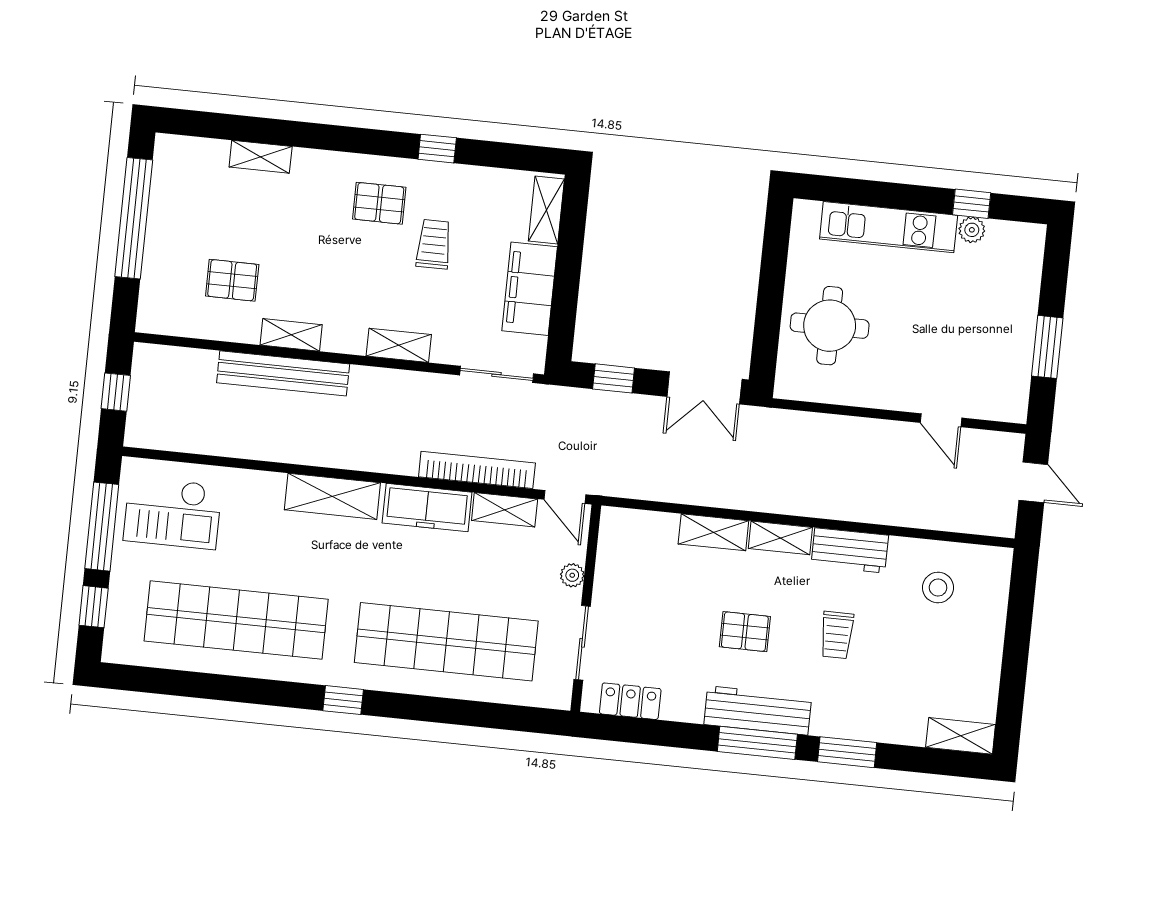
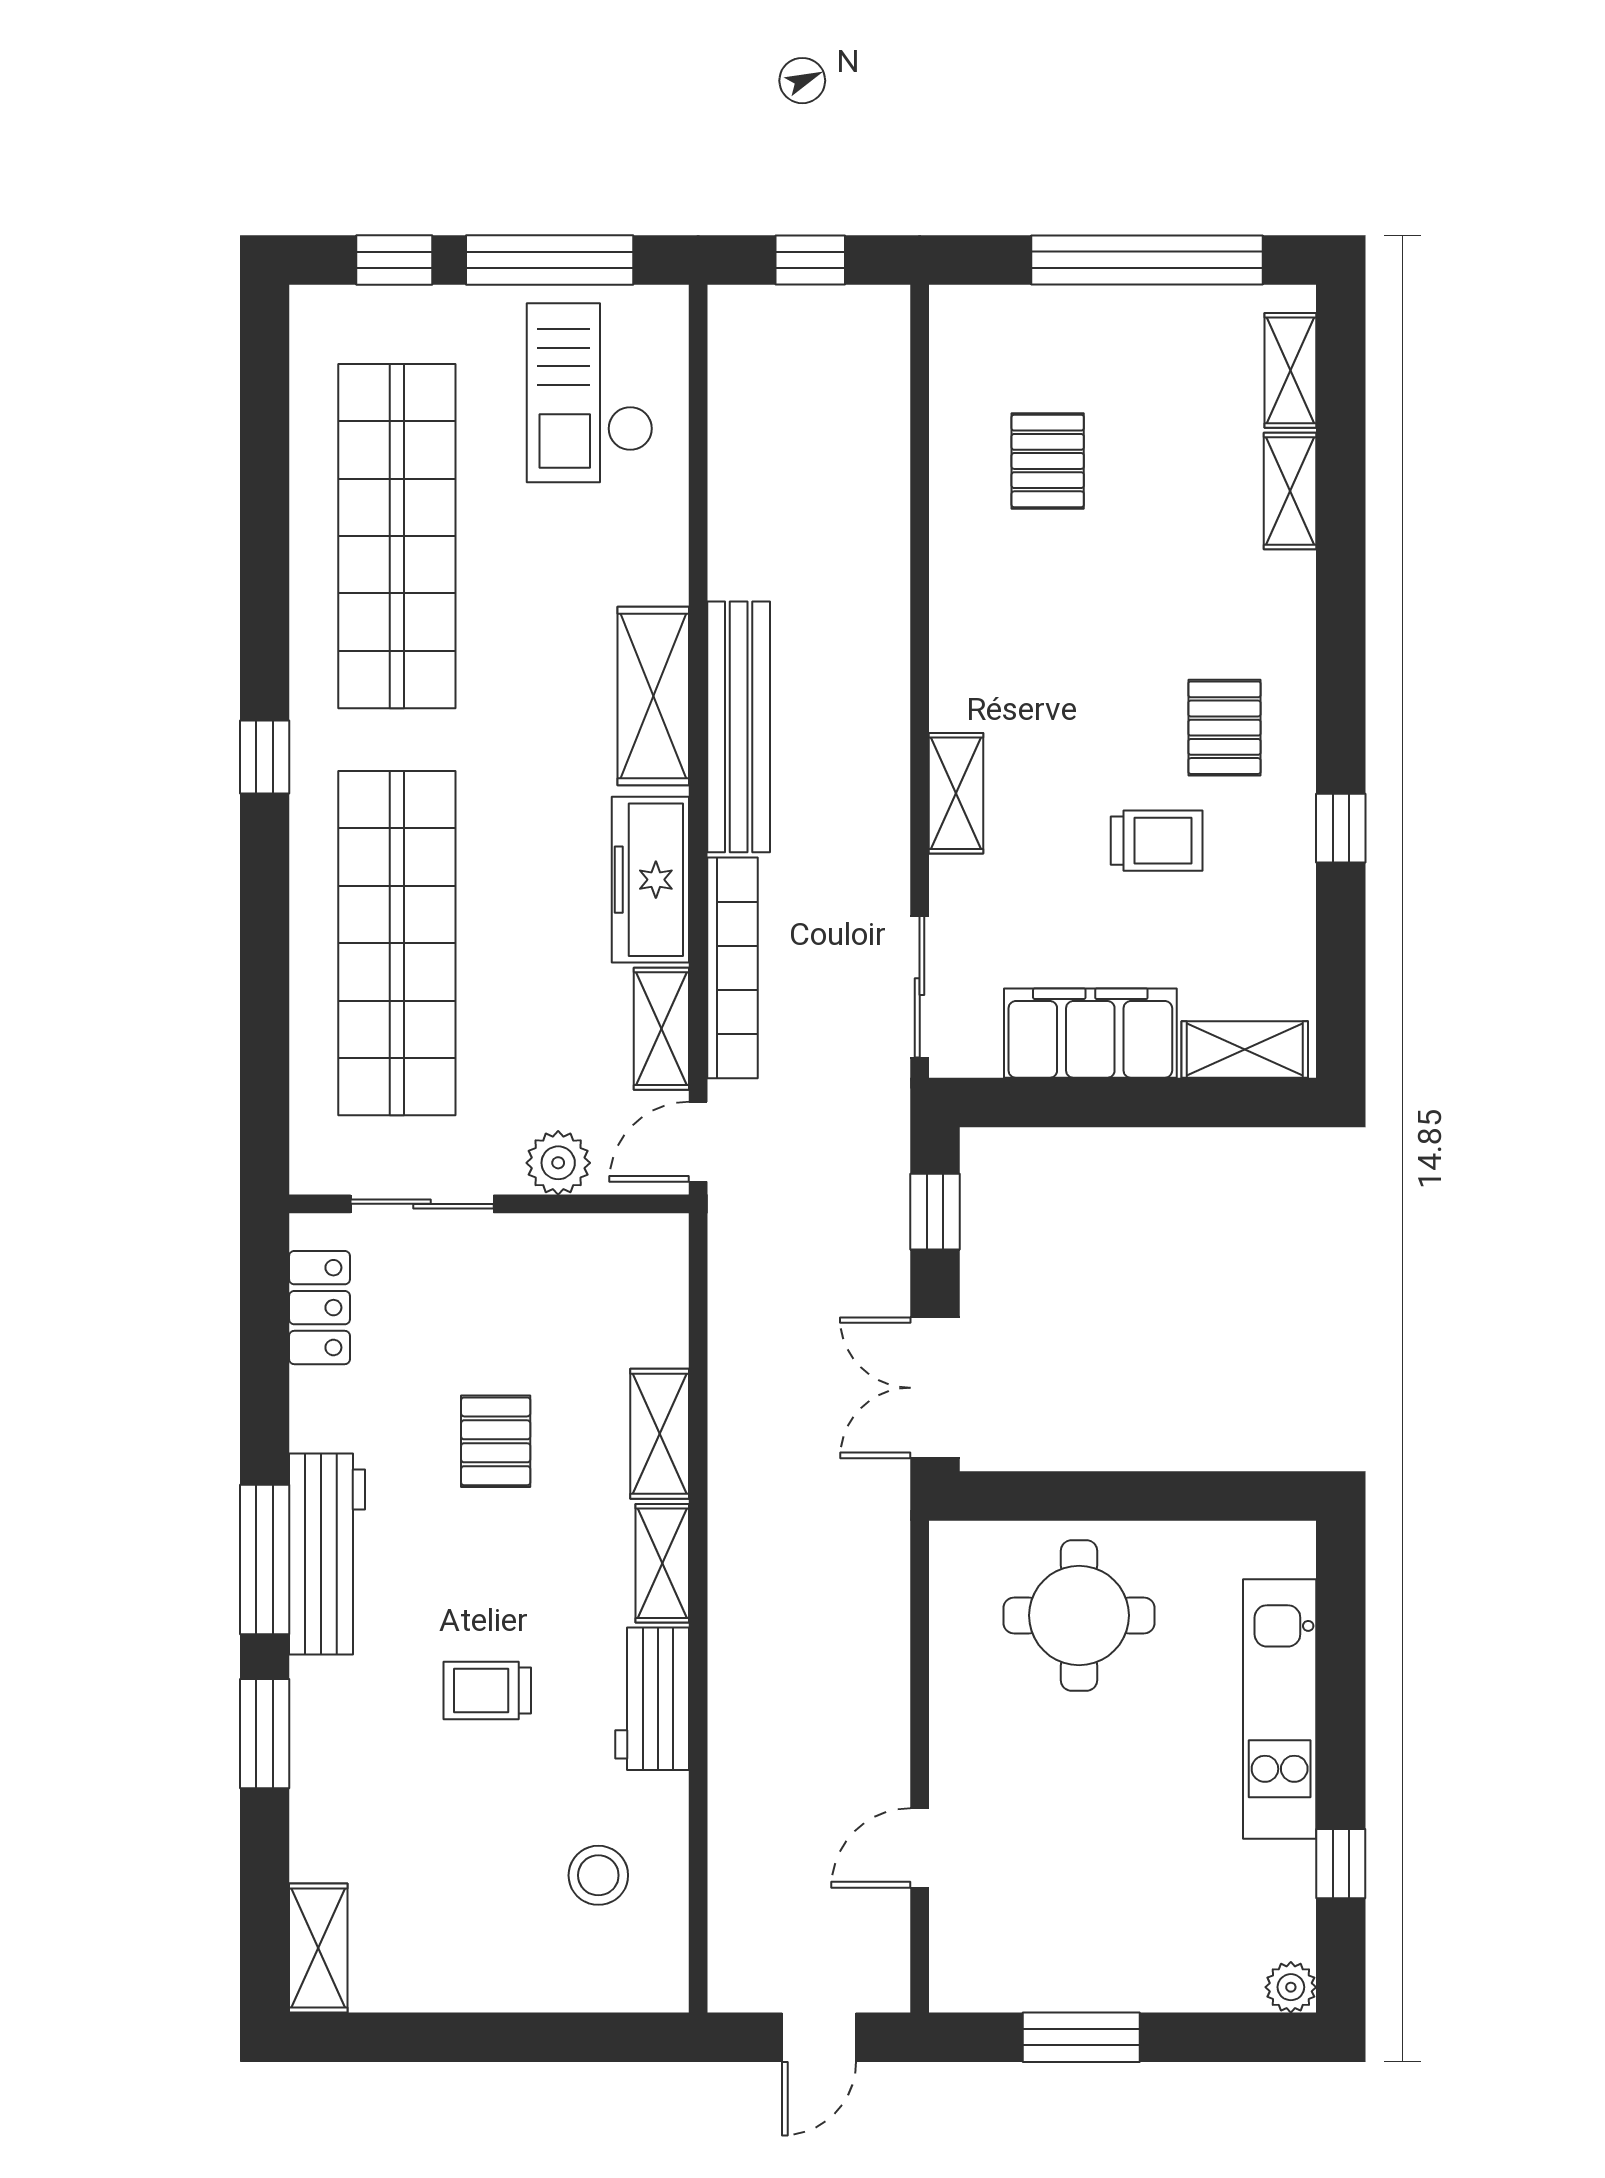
plant: (972, 230) -> (1291, 1987), moved
shelving: (291, 335) -> (1290, 370), moved
bench: (283, 373) -> (739, 727), moved
plant: (572, 575) -> (558, 1163), width x1.38, depth x1.38
pallet: (745, 632) -> (496, 1441), moved

